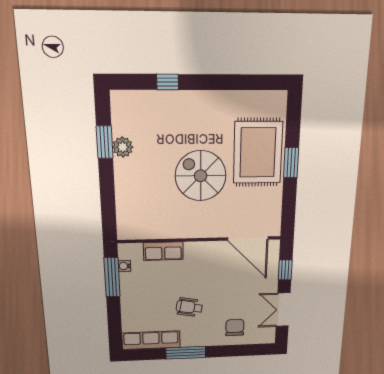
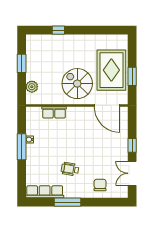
plant: (123, 147) -> (32, 87), moved
door: (248, 239) -> (107, 106), moved
wall: (200, 240) -> (77, 106), moved
row of seats: (163, 251) -> (54, 112), moved

